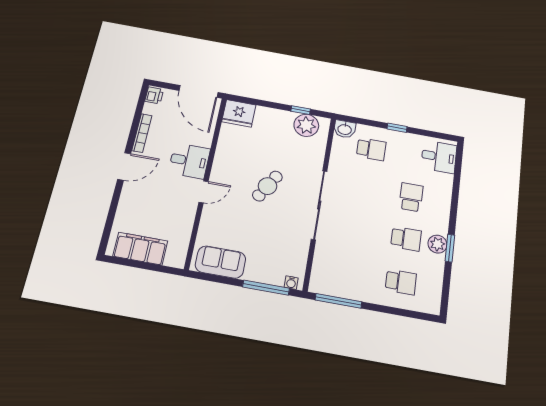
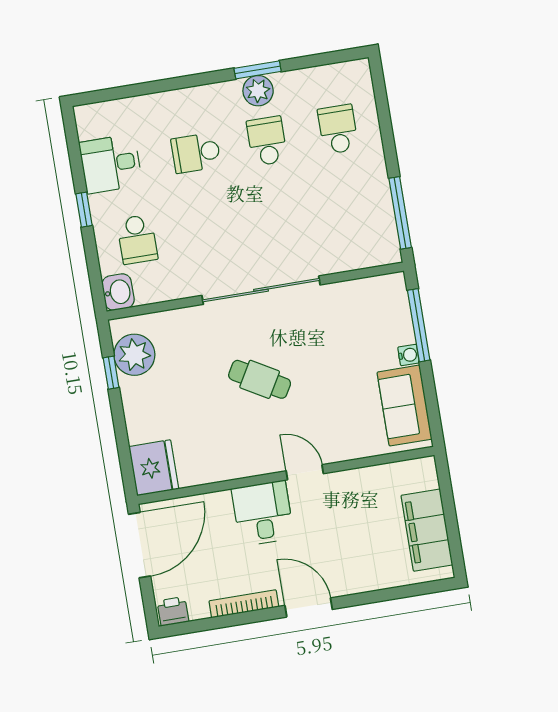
school desk: (371, 149) -> (137, 239), turned 180
desk: (439, 157) -> (111, 164), moved, turned -90
water cooler: (291, 283) -> (408, 355), moved

